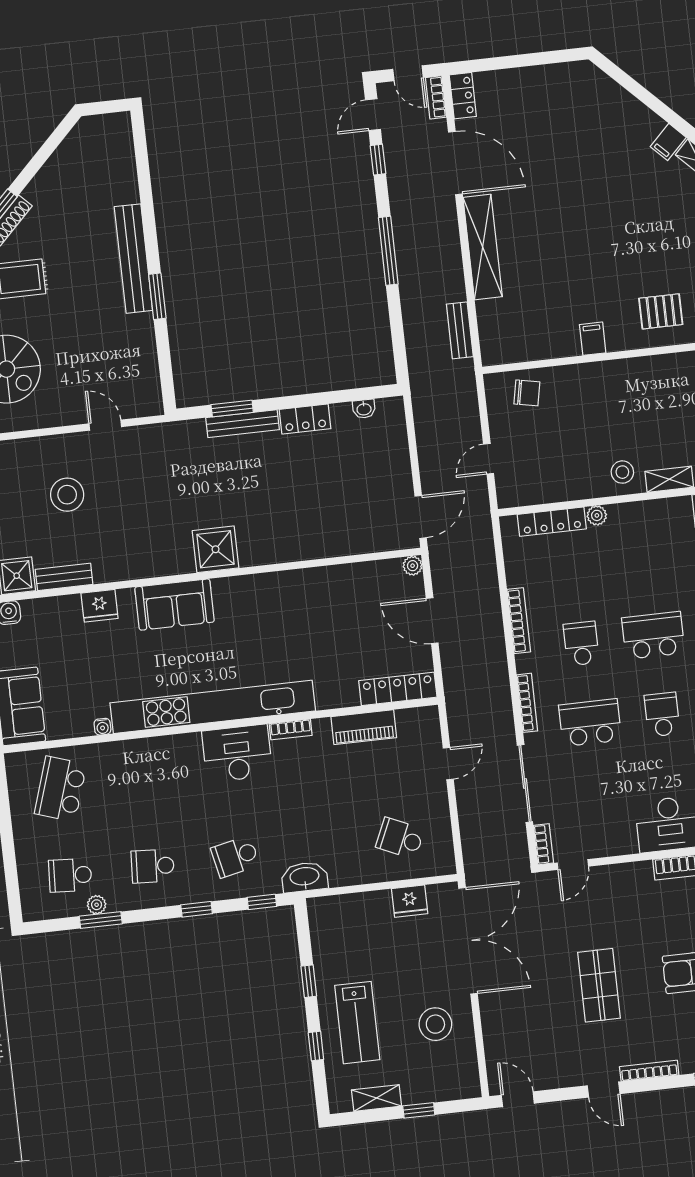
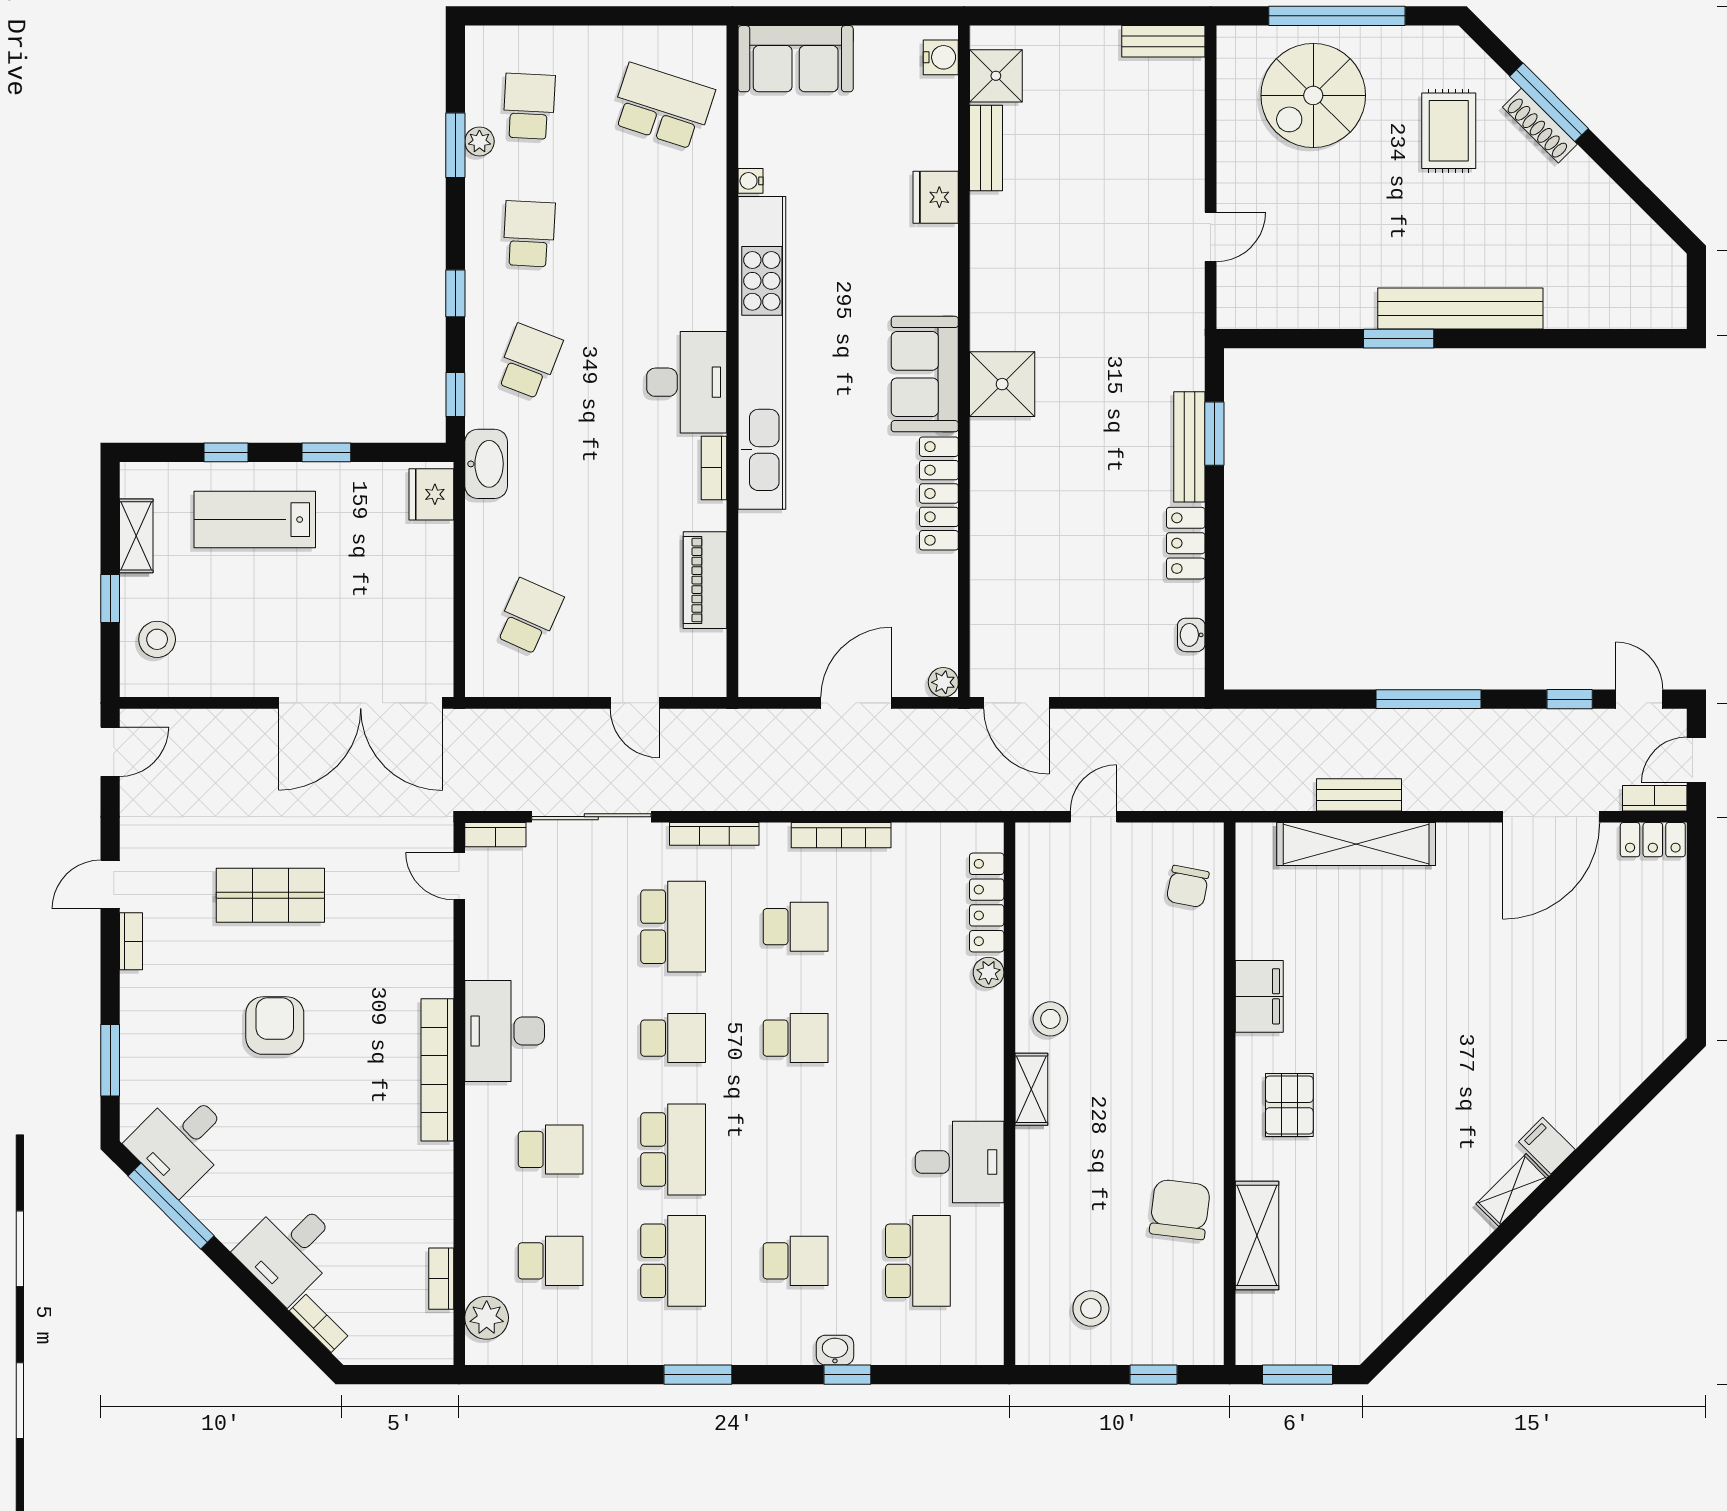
shelving: (483, 247) -> (1356, 844), moved
bench: (460, 330) -> (1359, 795), moved
filing cabinet: (593, 339) -> (1259, 996), width x2.00
door: (489, 459) -> (1094, 817), hinge flipped
stool: (67, 495) -> (1111, 167), removed
sofa: (174, 605) -> (925, 374), moved
school desk: (653, 635) -> (796, 1038), width x0.54
locker: (398, 689) -> (939, 493), moved, turned 180
school desk: (235, 857) -> (529, 361), turned 33
fridge: (410, 901) -> (431, 494), moved
stool: (435, 1024) -> (157, 639), moved, width x0.73, depth x0.73
bookcase: (649, 1071) -> (131, 941), width x0.64

